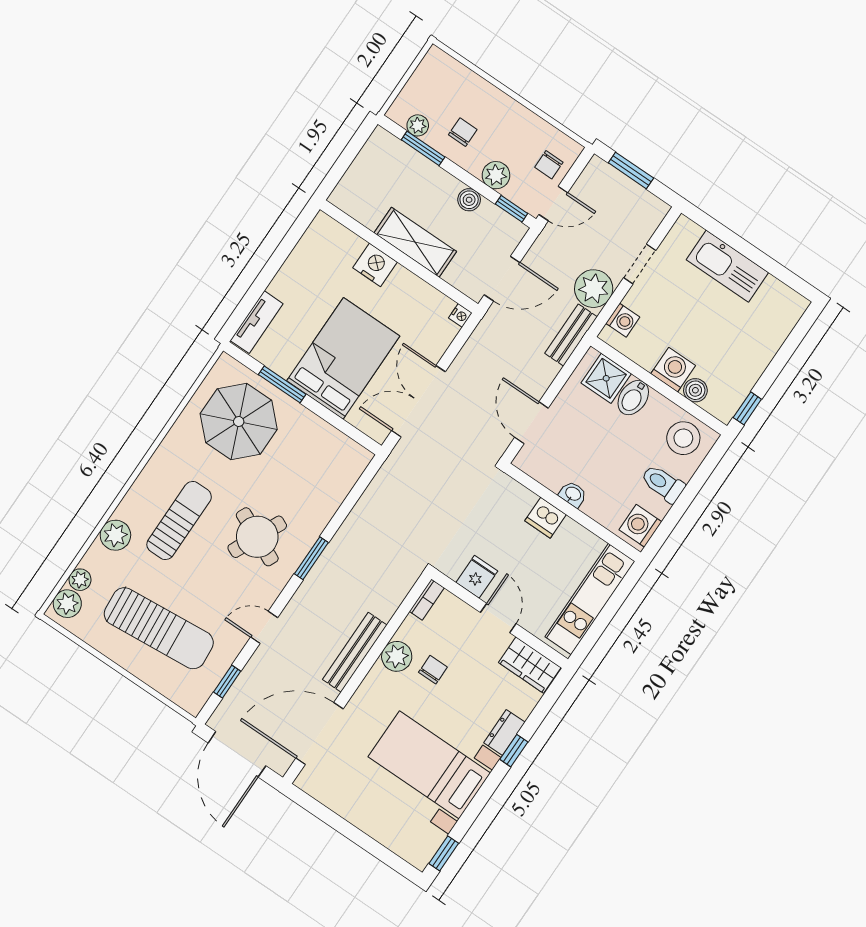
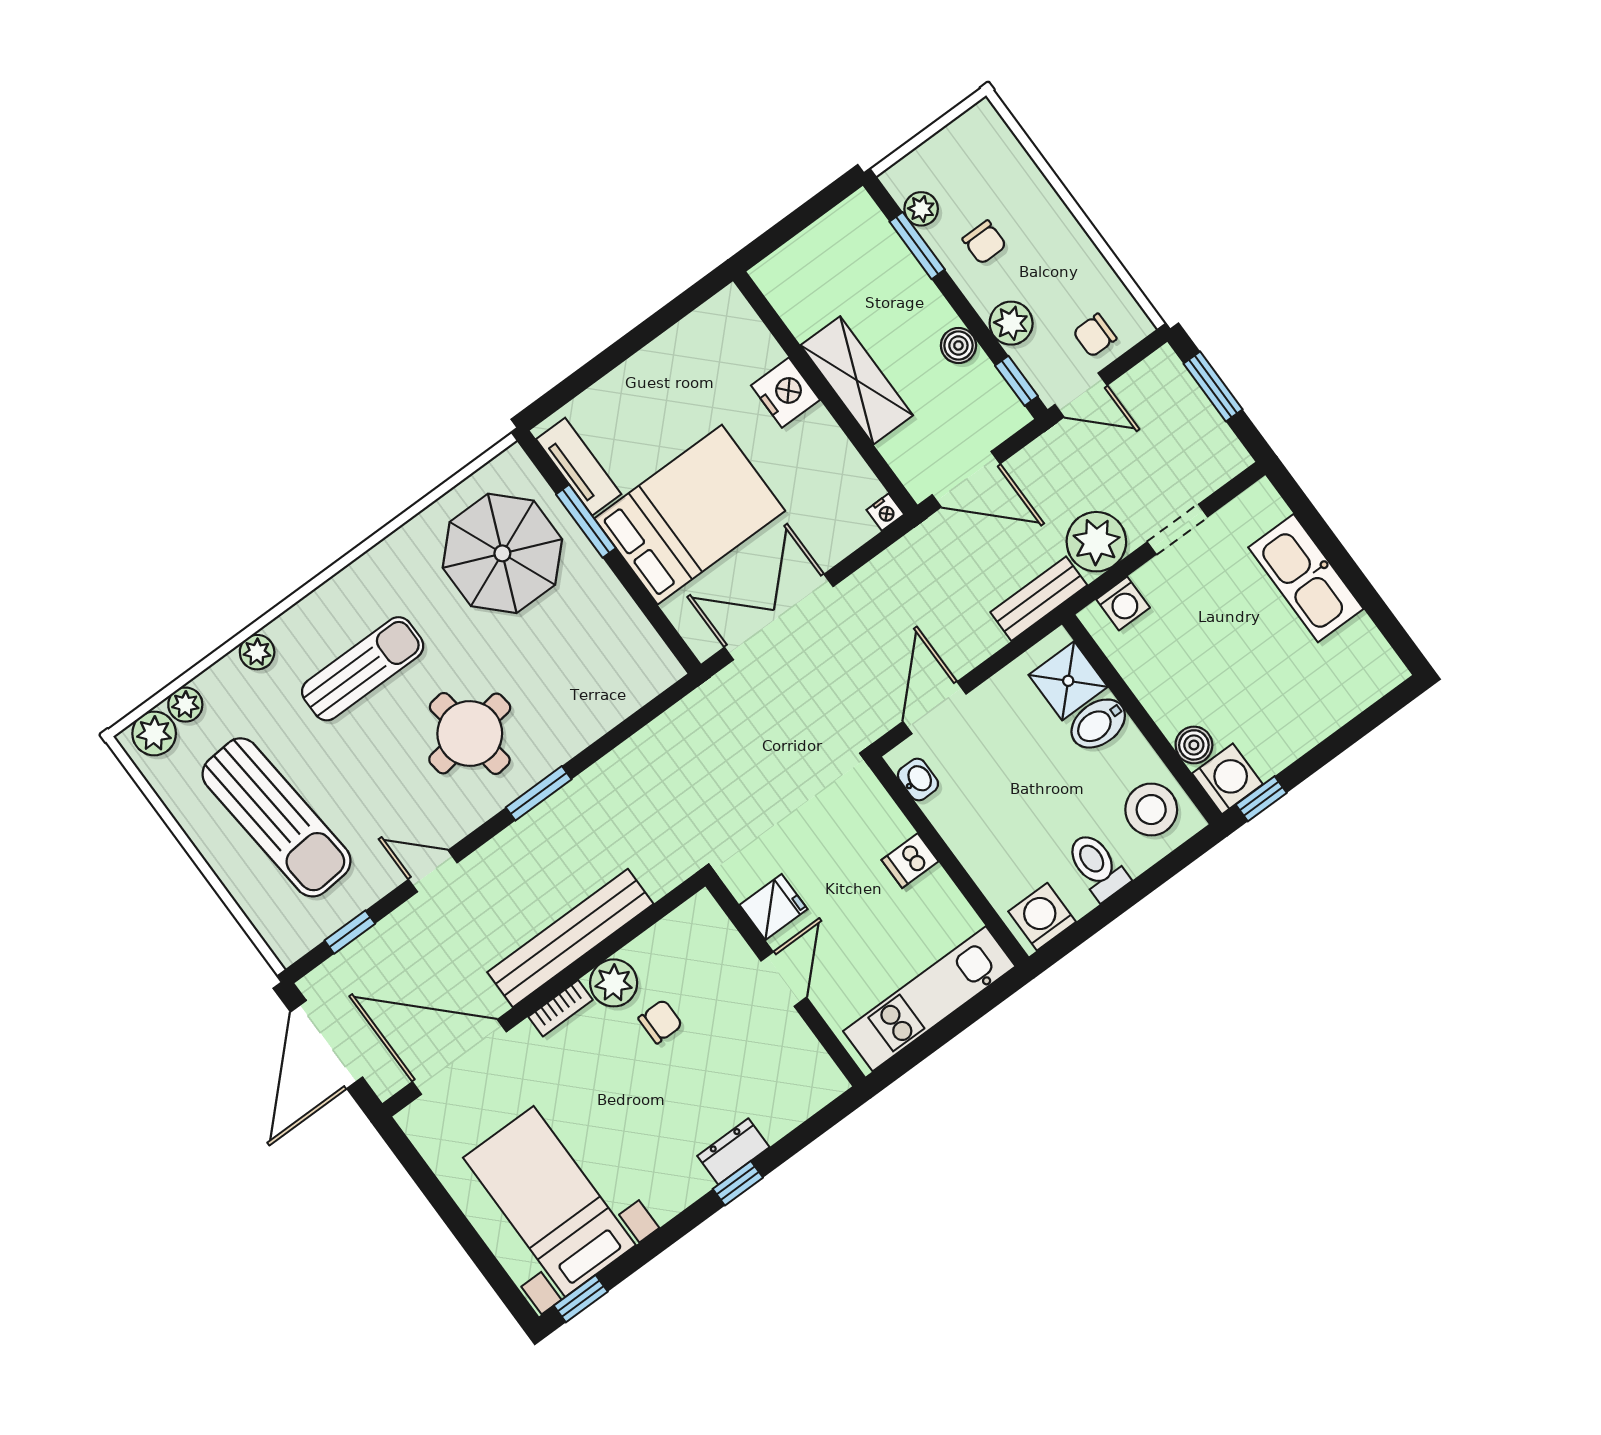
chair: (463, 132) -> (984, 242), turned 90
tv unit: (257, 322) -> (579, 467), moved, turned -90
washing machine: (673, 370) -> (1227, 779), moved
washbasin: (573, 494) -> (918, 780), moved
dishwasher: (546, 518) -> (910, 861), width x0.73
plant: (115, 535) -> (257, 652), width x0.73, depth x0.73
round table: (257, 537) -> (470, 733), turned -33
bookcase: (427, 600) -> (560, 1008), moved
bench: (355, 652) -> (570, 938), width x1.37, depth x1.21
wardrobe: (530, 665) -> (806, 1065), removed
bed with nightstands: (429, 765) -> (549, 1201), moved

